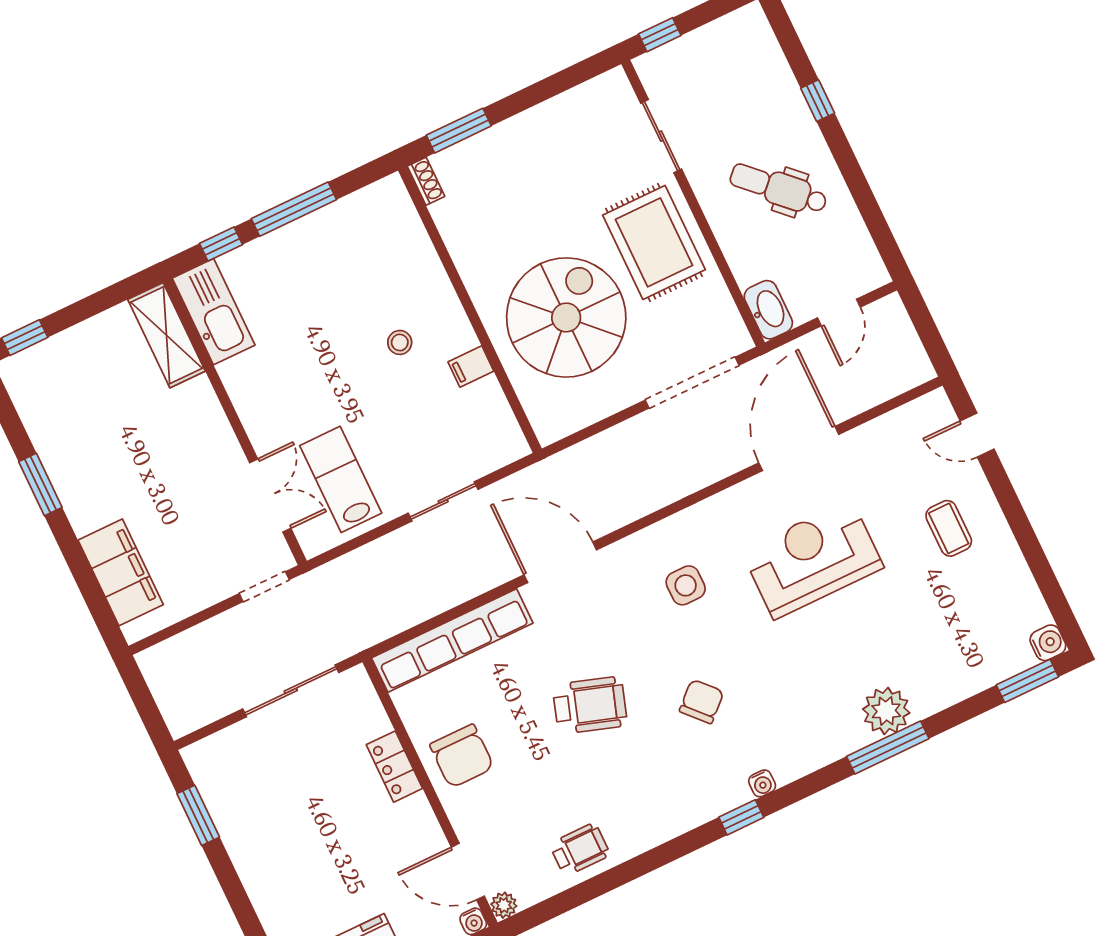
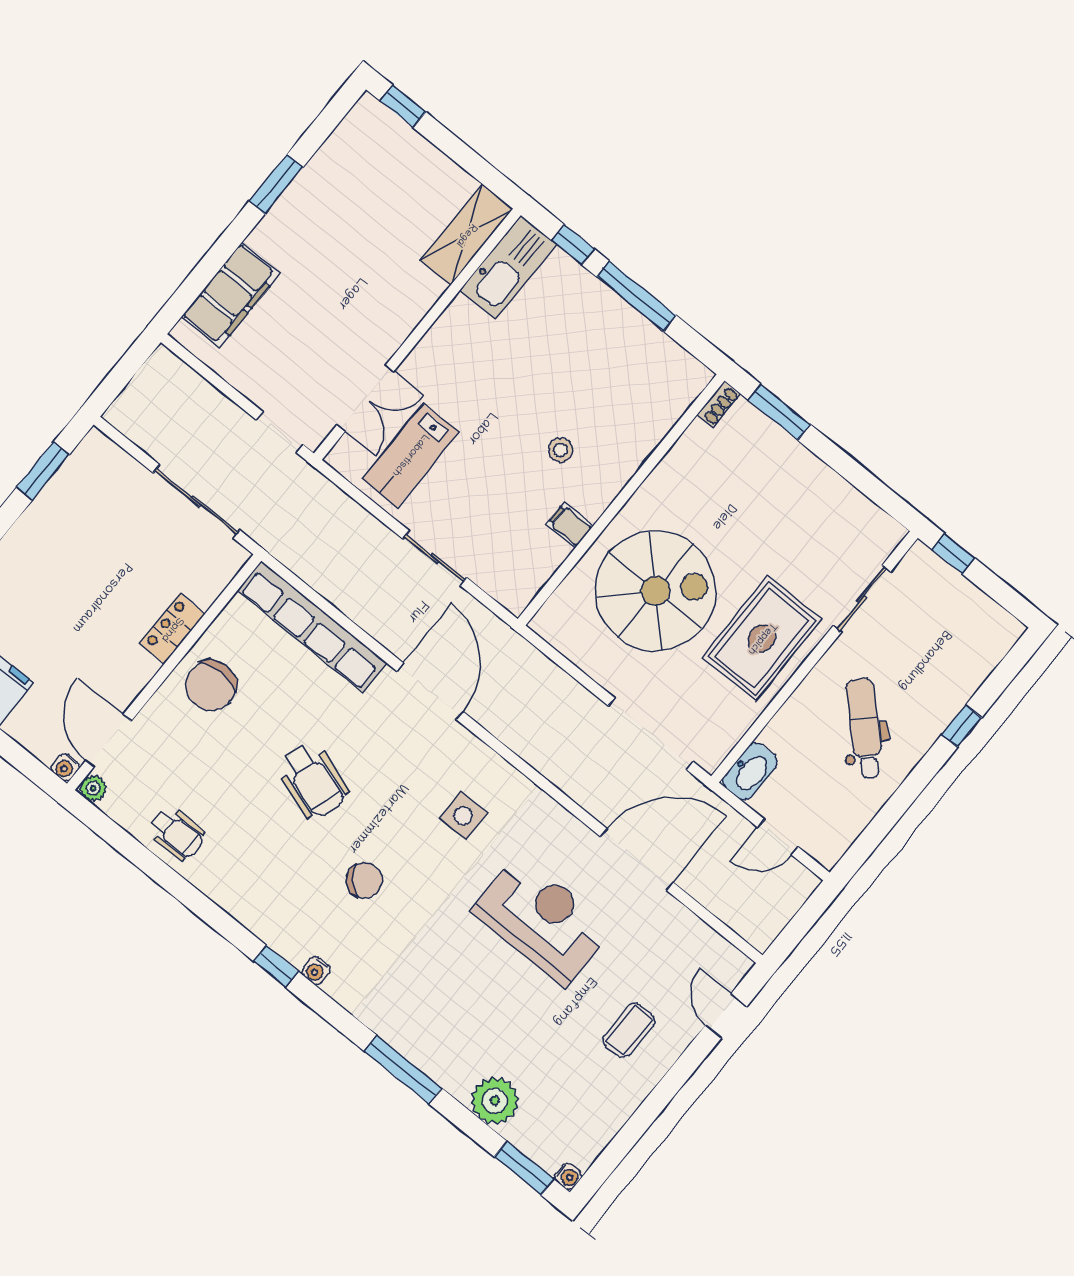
lab bench: (341, 479) -> (410, 455), turned 180
water cooler: (1048, 643) -> (568, 1176), width x0.72, depth x0.72
plant: (886, 711) -> (495, 1101), moved

